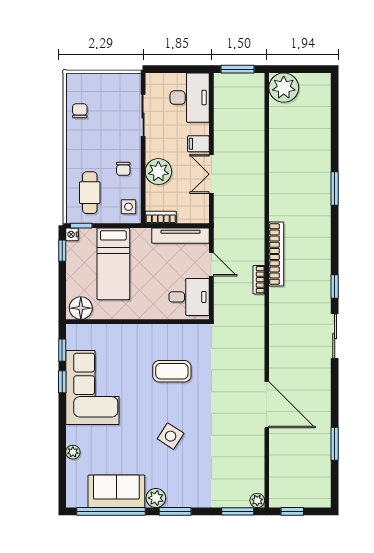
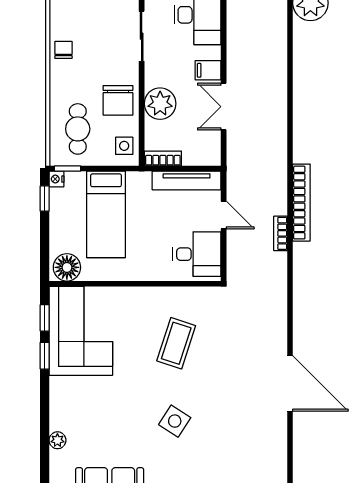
chair: (80, 111) -> (64, 50), moved
chair: (123, 169) -> (118, 100), width x1.87, depth x1.87
coffee table: (172, 371) -> (176, 343), turned -72
corner sofa: (92, 388) -> (81, 331), moved

